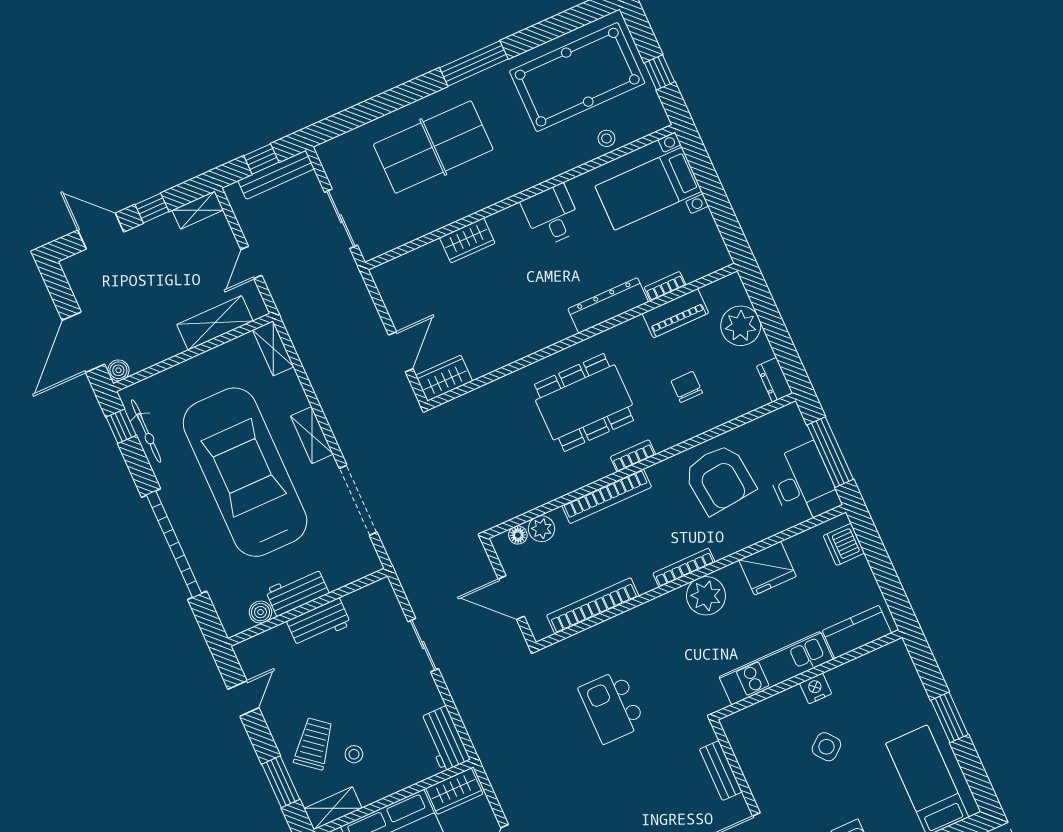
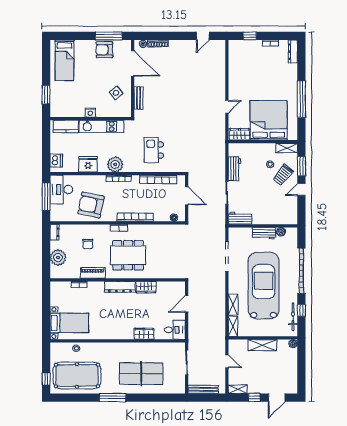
window: (660, 72) -> (46, 379), moved
window: (261, 159) -> (206, 398), removed
desk: (552, 215) -> (175, 330), moved, turned -90
door: (101, 231) -> (277, 398), hinge flipped
door: (251, 262) -> (227, 361), hinge flipped
dresser: (608, 305) -> (120, 287), moved
piano: (675, 313) -> (93, 273), moved
shelving: (215, 323) -> (262, 345), moved
door: (83, 342) -> (301, 360), removed
wardrobe: (444, 378) -> (146, 287), moved
window: (121, 426) -> (301, 310), moved
shelving: (312, 435) -> (233, 305), moved
car: (245, 472) -> (264, 286), turned 180
armchair: (719, 479) -> (91, 205), turned -72
plant: (542, 529) -> (164, 216), removed
workbench: (319, 623) -> (240, 218), moved
door: (243, 699) -> (301, 189), moved
kitchen island: (612, 707) -> (154, 150), moved, turned 180
window: (949, 717) -> (46, 95), moved
workbench: (444, 739) -> (234, 169), moved
side table: (826, 747) -> (116, 93), moved

